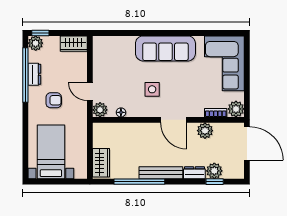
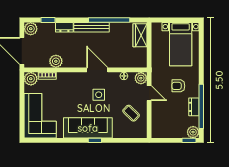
window: (157, 33) -> (95, 140), added
wardrobe: (74, 44) -> (162, 132), removed
coffee table: (112, 67) -> (131, 113), added
door: (174, 120) -> (97, 70), moved
plant: (214, 171) -> (31, 29), moved

